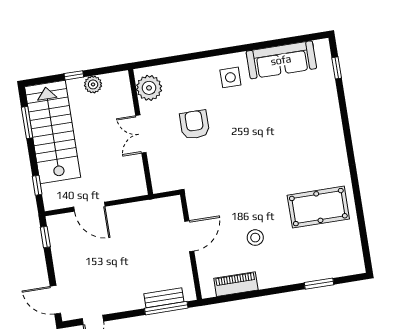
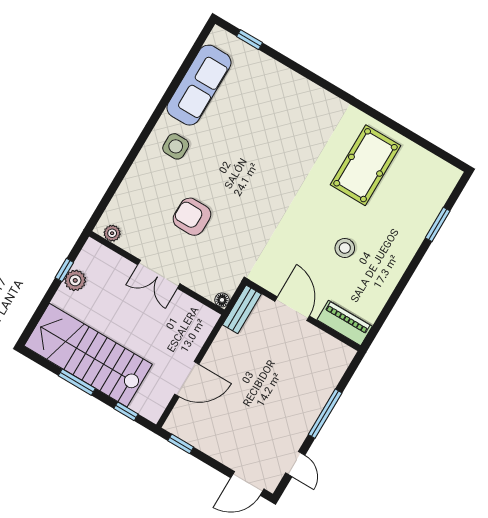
window: (74, 75) -> (64, 270), moved
plant: (149, 88) -> (112, 233), width x0.53, depth x0.53
window: (27, 123) -> (77, 382), moved
floor lamp: (158, 187) -> (222, 300), added
piano: (236, 284) -> (345, 323), moved, turned 90
bench: (164, 298) -> (242, 309), moved
window: (166, 308) -> (325, 414), moved

